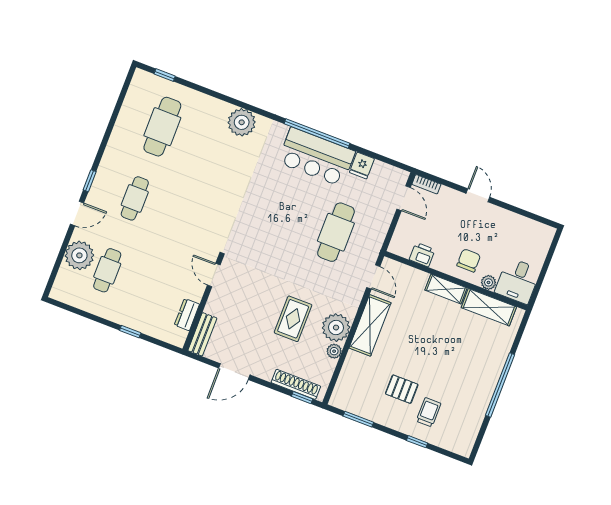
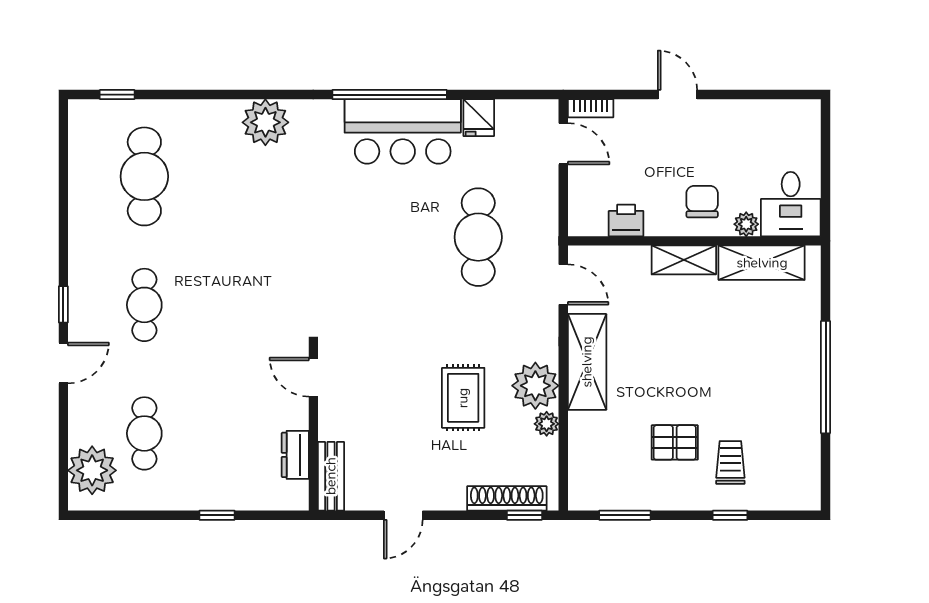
plant: (79, 255) -> (92, 470), moved
door: (234, 372) -> (403, 515), width x0.73

